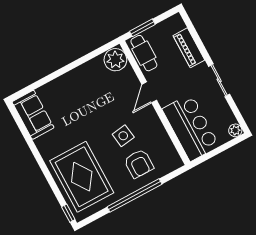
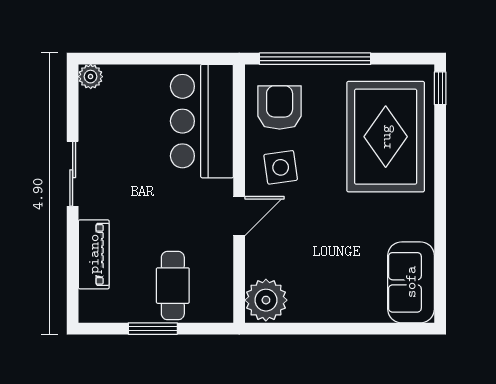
plant: (115, 60) -> (266, 300), moved
door: (149, 92) -> (239, 216), moved
wall: (155, 103) -> (239, 194), moved
bar counter: (191, 127) -> (202, 121), moved

